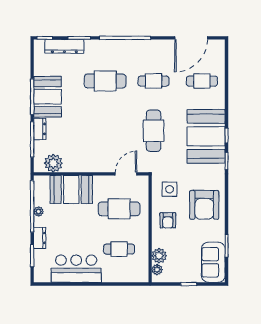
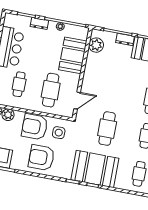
cafe table: (154, 131) -> (107, 129), turned 90
door: (126, 174) -> (77, 101), hinge flipped
armchair: (168, 220) -> (35, 127), width x1.88, depth x1.88

